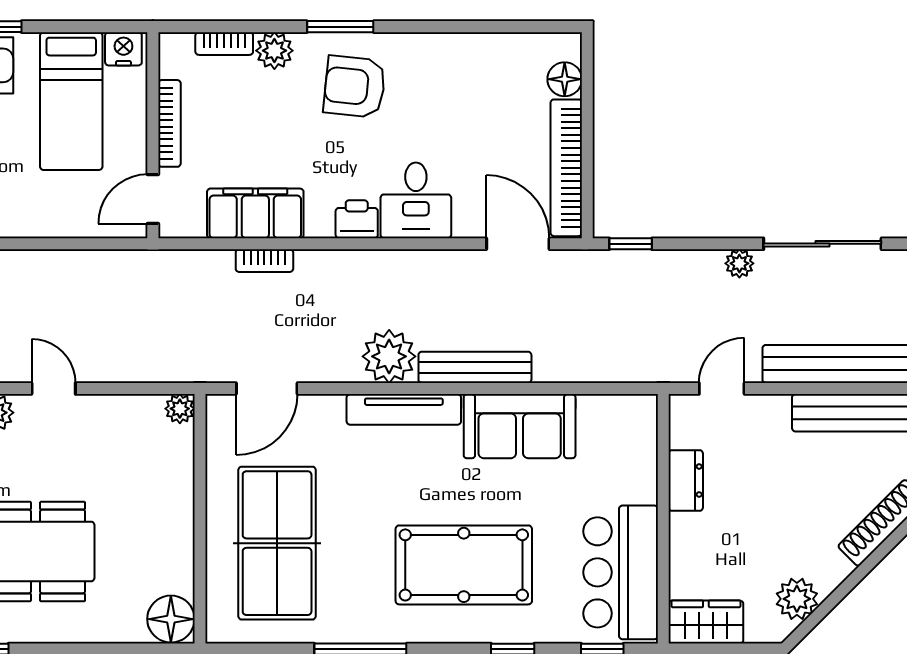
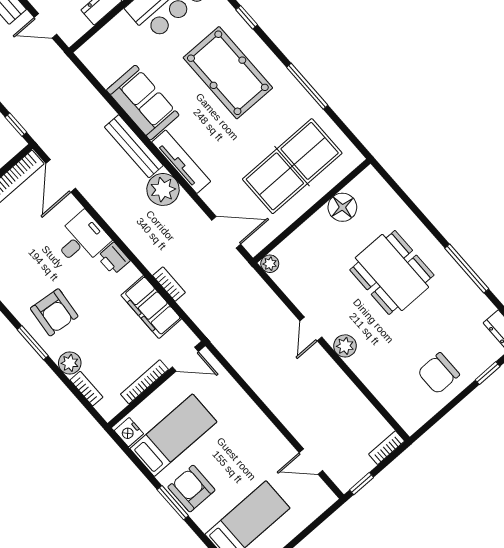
floor lamp: (171, 619) -> (342, 207), moved

